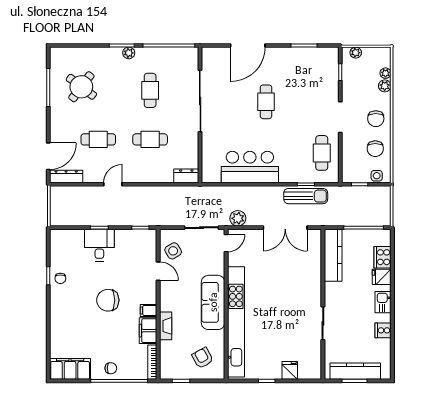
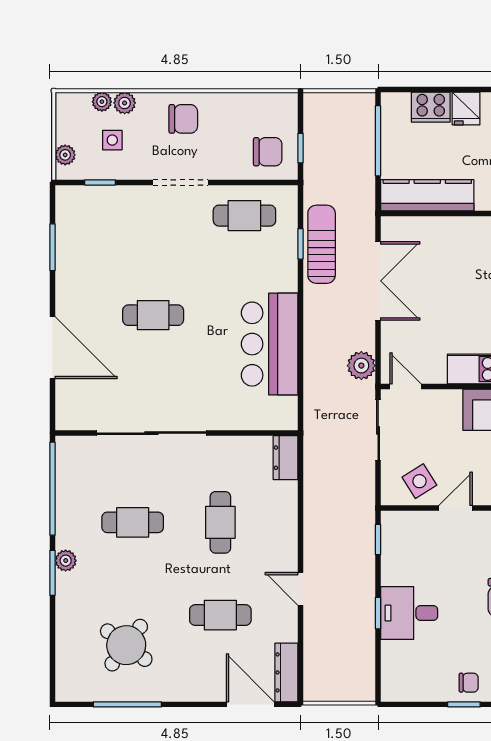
cafe table: (98, 139) -> (220, 615), turned 90
chair: (375, 149) -> (268, 152), moved
side table: (377, 176) -> (112, 140), moved

